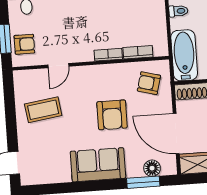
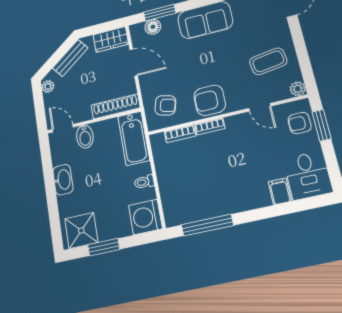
door: (58, 66) -> (260, 107), swing flipped
plant: (20, 77) -> (298, 89), added
armchair: (112, 115) -> (210, 100), moved, turned -90
door: (176, 133) -> (134, 62), width x0.73

